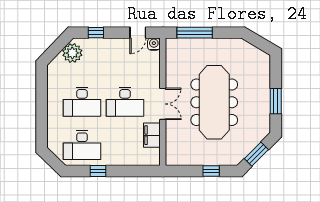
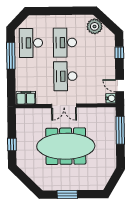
plant: (72, 53) -> (95, 26), moved
filing cabinet: (152, 135) -> (26, 98), moved
window: (256, 154) -> (26, 180), removed
window: (98, 171) -> (11, 56), width x2.17

